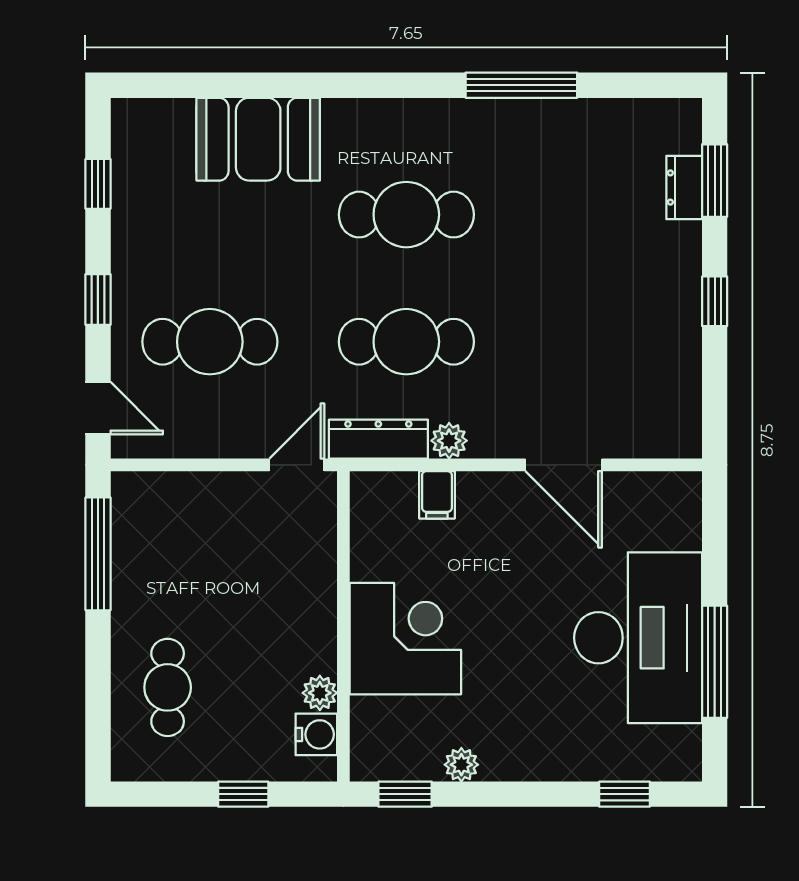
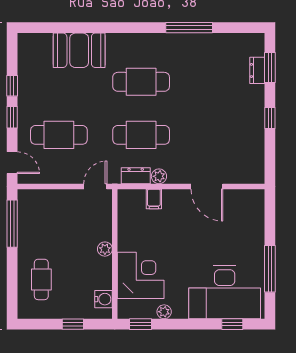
window: (98, 184) -> (12, 86), moved
dresser: (378, 439) -> (136, 176), width x0.70
desk: (638, 638) -> (225, 292), moved, turned 90
corner desk: (405, 639) -> (141, 275), moved
plant: (320, 693) -> (105, 249), moved

